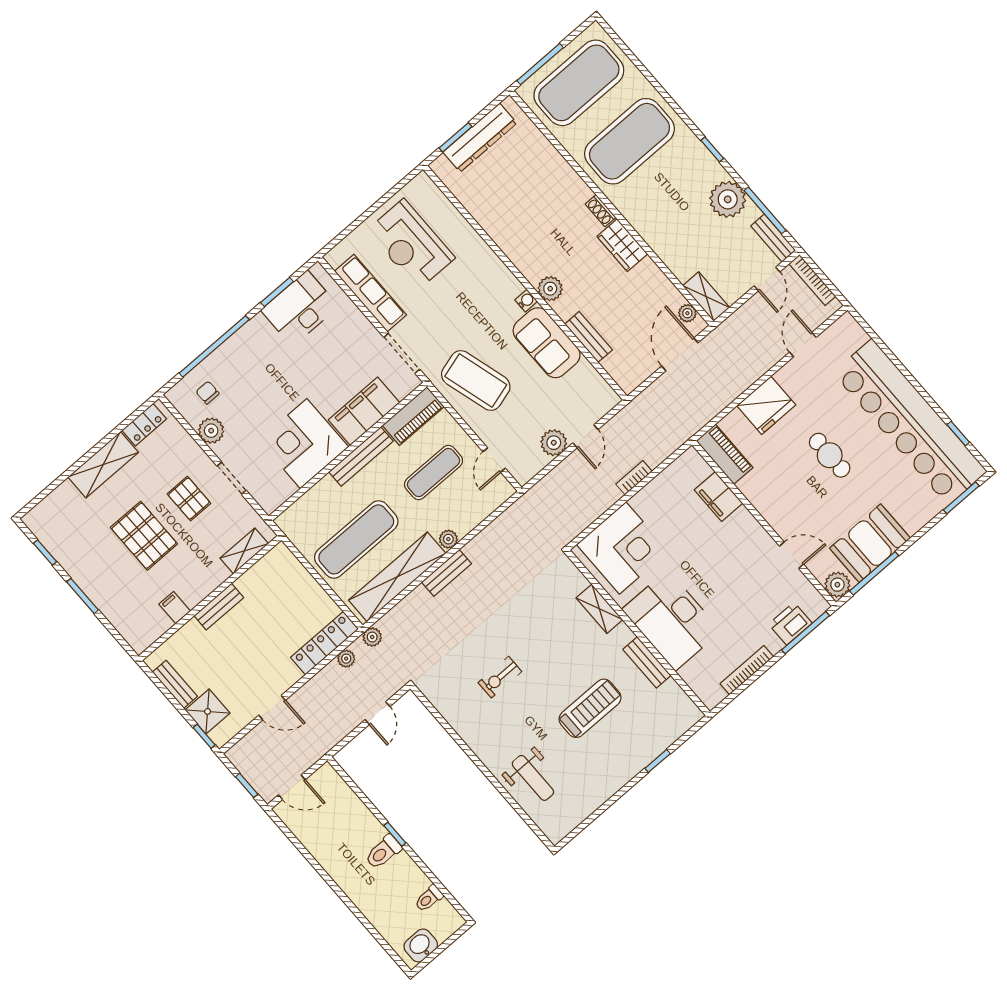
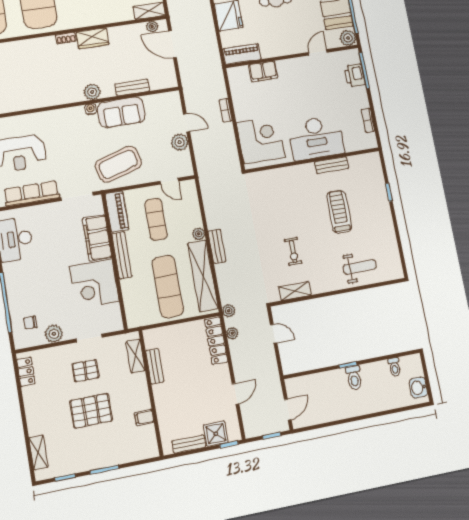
shelving: (103, 465) -> (38, 452), moved, width x0.67, depth x0.75
bench: (219, 607) -> (155, 366), moved
shelving: (599, 609) -> (295, 291), moved
bookcase: (747, 670) -> (368, 120), width x0.64

